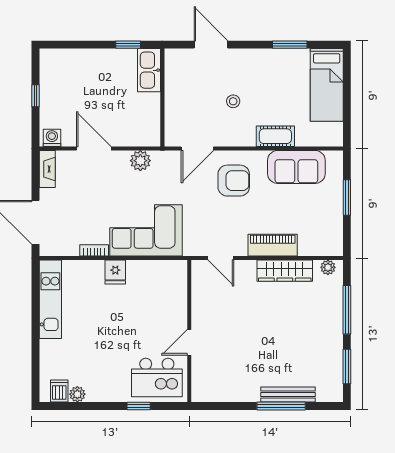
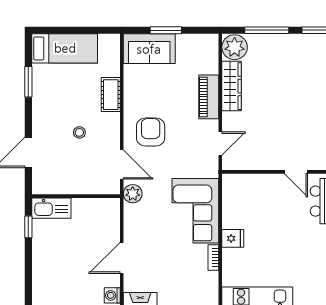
plant: (140, 161) -> (133, 194), moved
sofa: (296, 167) -> (149, 49), moved, turned 90
plant: (328, 267) -> (235, 47), width x1.87, depth x1.87

